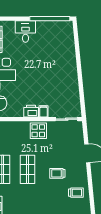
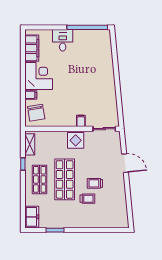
printer: (31, 111) -> (68, 121), removed
shop shelf: (27, 169) -> (65, 179), width x1.43, depth x1.36
trolley: (76, 193) -> (87, 199), moved

